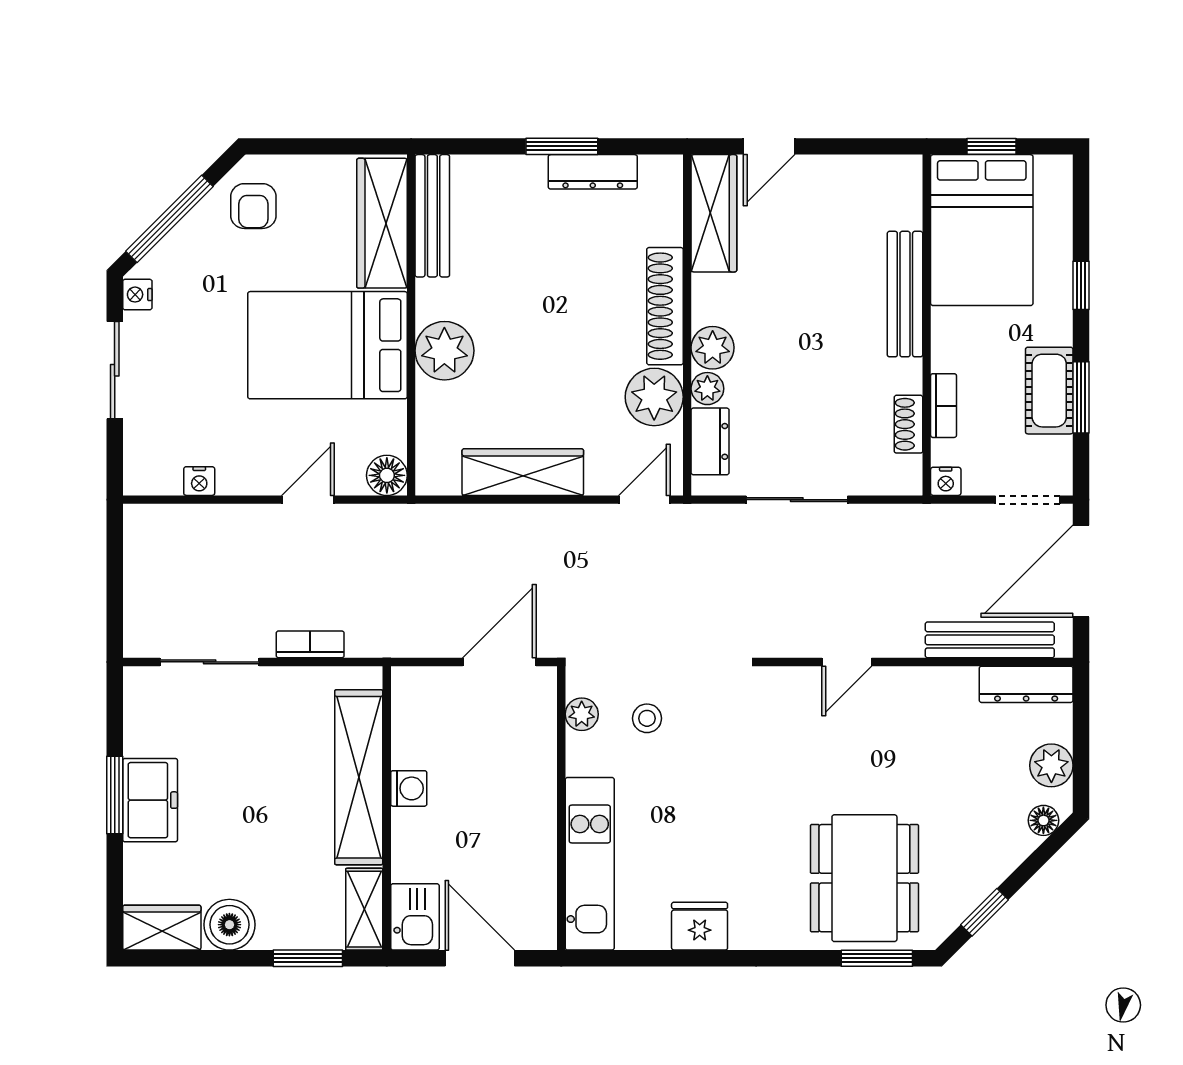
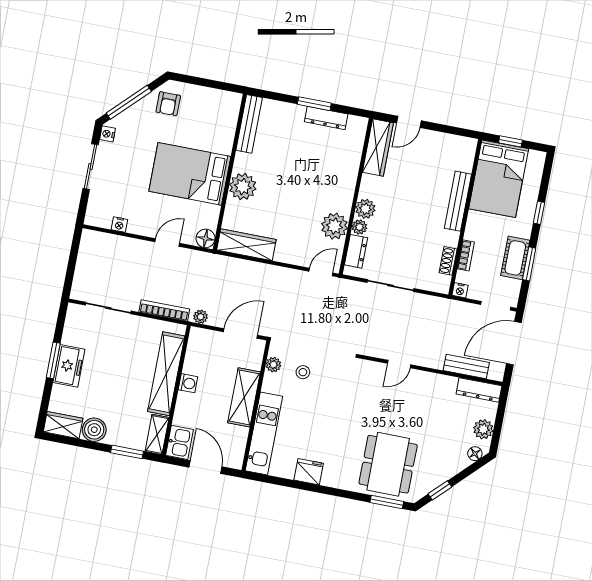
wardrobe: (382, 223) -> (225, 123), removed
shoe rack: (665, 306) -> (347, 186), removed
wardrobe: (523, 472) -> (246, 245), moved
bench: (990, 640) -> (466, 367), width x0.73
plant: (408, 643) -> (201, 317), added
bookcase: (310, 644) -> (164, 310), width x1.56
shelving: (533, 795) -> (244, 397), added

